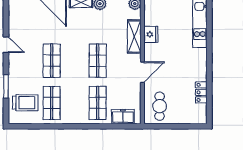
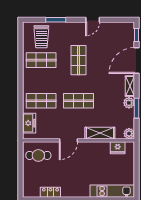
fridge: (151, 34) -> (118, 148), moved
shop shelf: (52, 61) -> (79, 60), turned 90
door: (142, 72) -> (68, 140), hinge flipped

